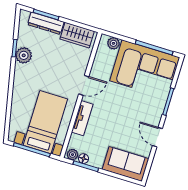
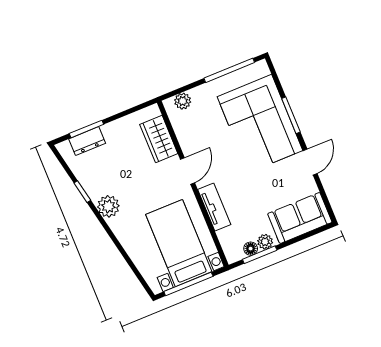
dresser: (46, 23) -> (87, 141), width x0.70
wardrobe: (77, 35) -> (159, 139), moved, turned 90
plant: (24, 55) -> (108, 206), moved
corner sofa: (145, 69) -> (260, 124), moved, turned 90
door: (157, 137) -> (310, 162), swing flipped
plant: (72, 155) -> (265, 242), moved

